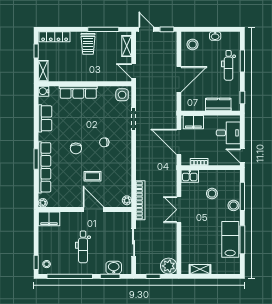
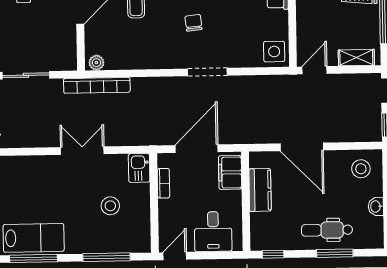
kitchen counter: (218, 105) -> (260, 190), moved
doorway: (134, 119) -> (207, 72), moved
stool: (234, 205) -> (91, 243), removed

